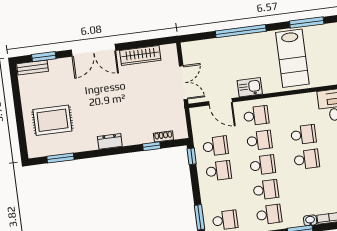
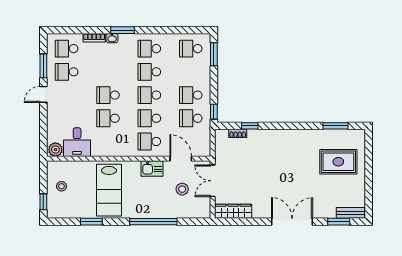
window: (307, 23) -> (91, 222), width x0.69
wardrobe: (140, 55) -> (233, 211), moved
lab bench: (292, 58) -> (109, 190), turned 180
stool: (215, 70) -> (182, 189), added
dresser: (110, 141) -> (288, 135), removed

